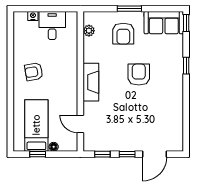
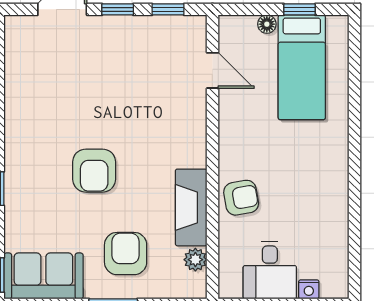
armchair: (34, 72) -> (241, 198), moved
fireplace: (91, 82) -> (191, 207), moved

